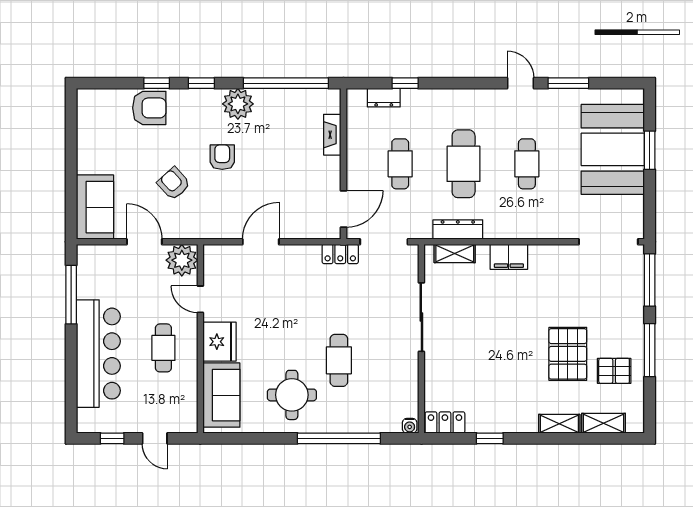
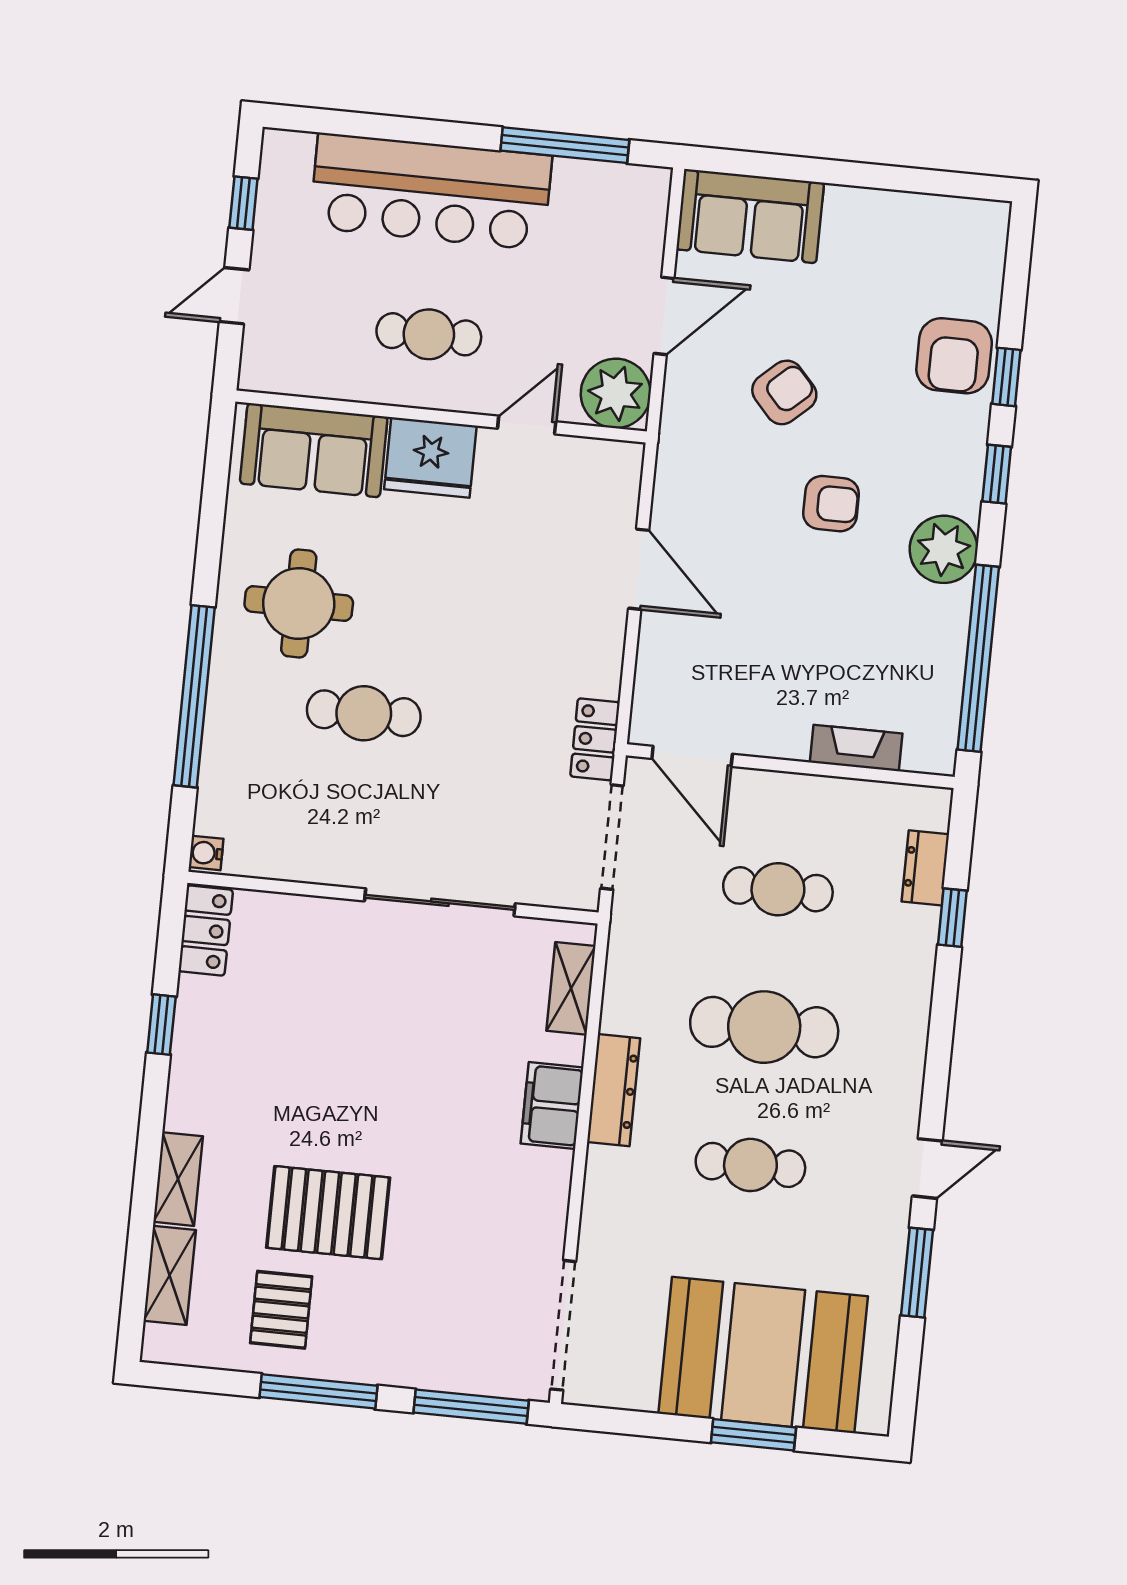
dresser: (458, 229) -> (614, 1090), moved

